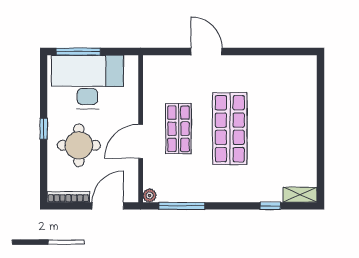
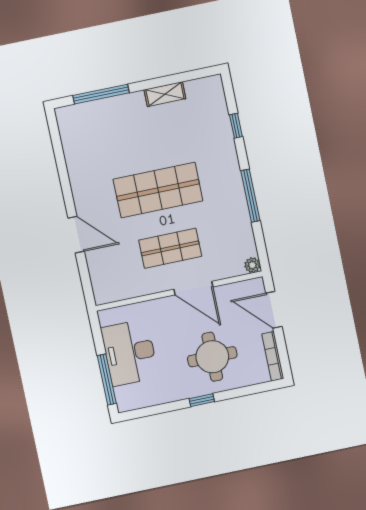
door: (207, 52) -> (76, 235), swing flipped
desk: (87, 82) -> (130, 353), width x0.73, depth x0.77
window: (320, 98) -> (101, 94), added
shelving: (300, 195) -> (165, 94), moved, turned 90
window: (182, 206) -> (250, 196), moved

